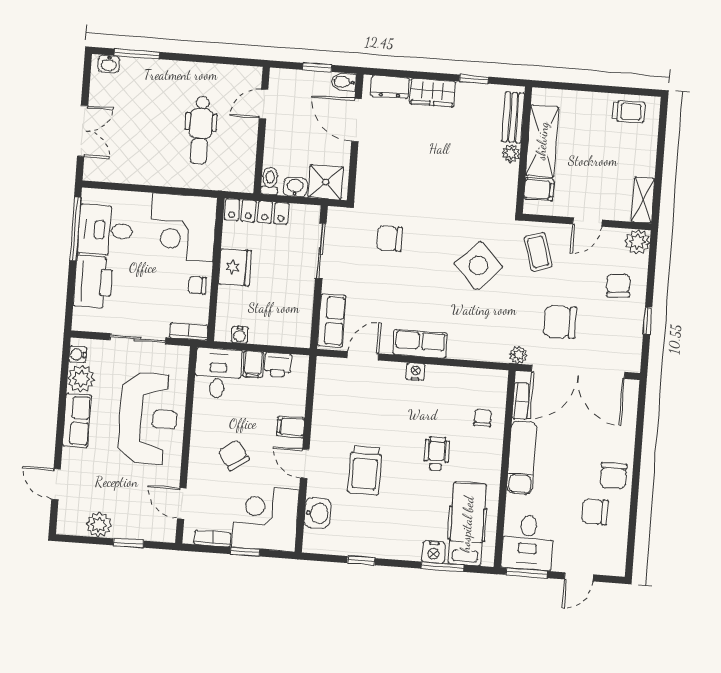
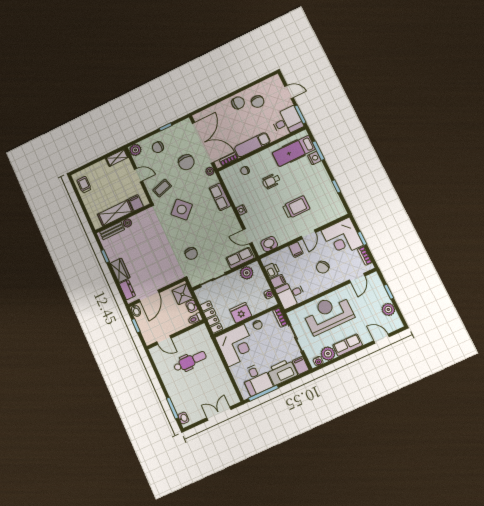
plant: (299, 318) -> (247, 273), added
filing cabinet: (87, 320) -> (301, 365), added
row of seats: (420, 344) -> (220, 197), moved
door: (56, 484) -> (382, 339), swing flipped
washbasin: (317, 513) -> (269, 244), moved

